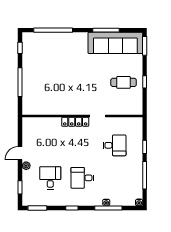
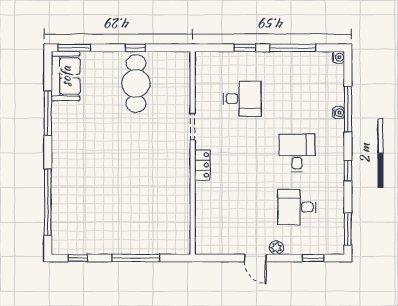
sofa: (115, 43) -> (66, 76), width x0.54, depth x0.79
cafe table: (124, 82) -> (136, 83), width x1.37, depth x1.35
locker: (75, 122) -> (202, 165), width x0.66
desk: (114, 145) -> (242, 99), turned 90
desk: (82, 178) -> (297, 153), turned 180

